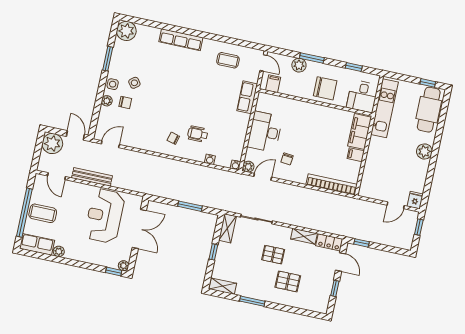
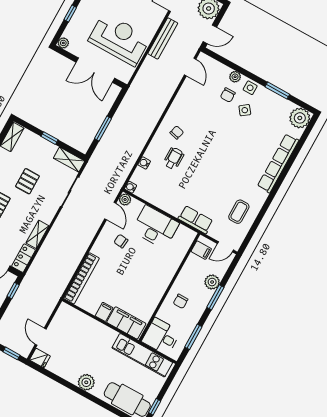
row of seats: (181, 40) -> (278, 163), width x1.36
window: (354, 67) -> (193, 337), width x1.50
chair: (325, 88) -> (181, 301), width x0.54, depth x0.54
pallet: (273, 255) -> (27, 181), moved
window: (114, 271) -> (70, 13), moved

